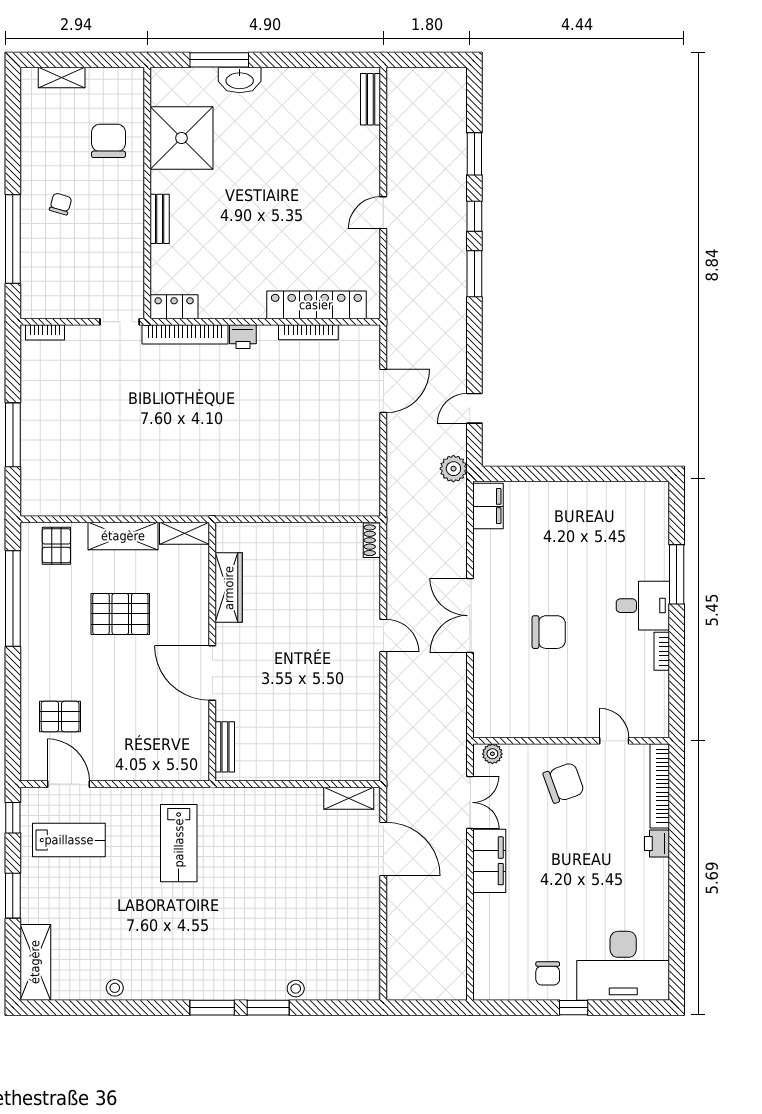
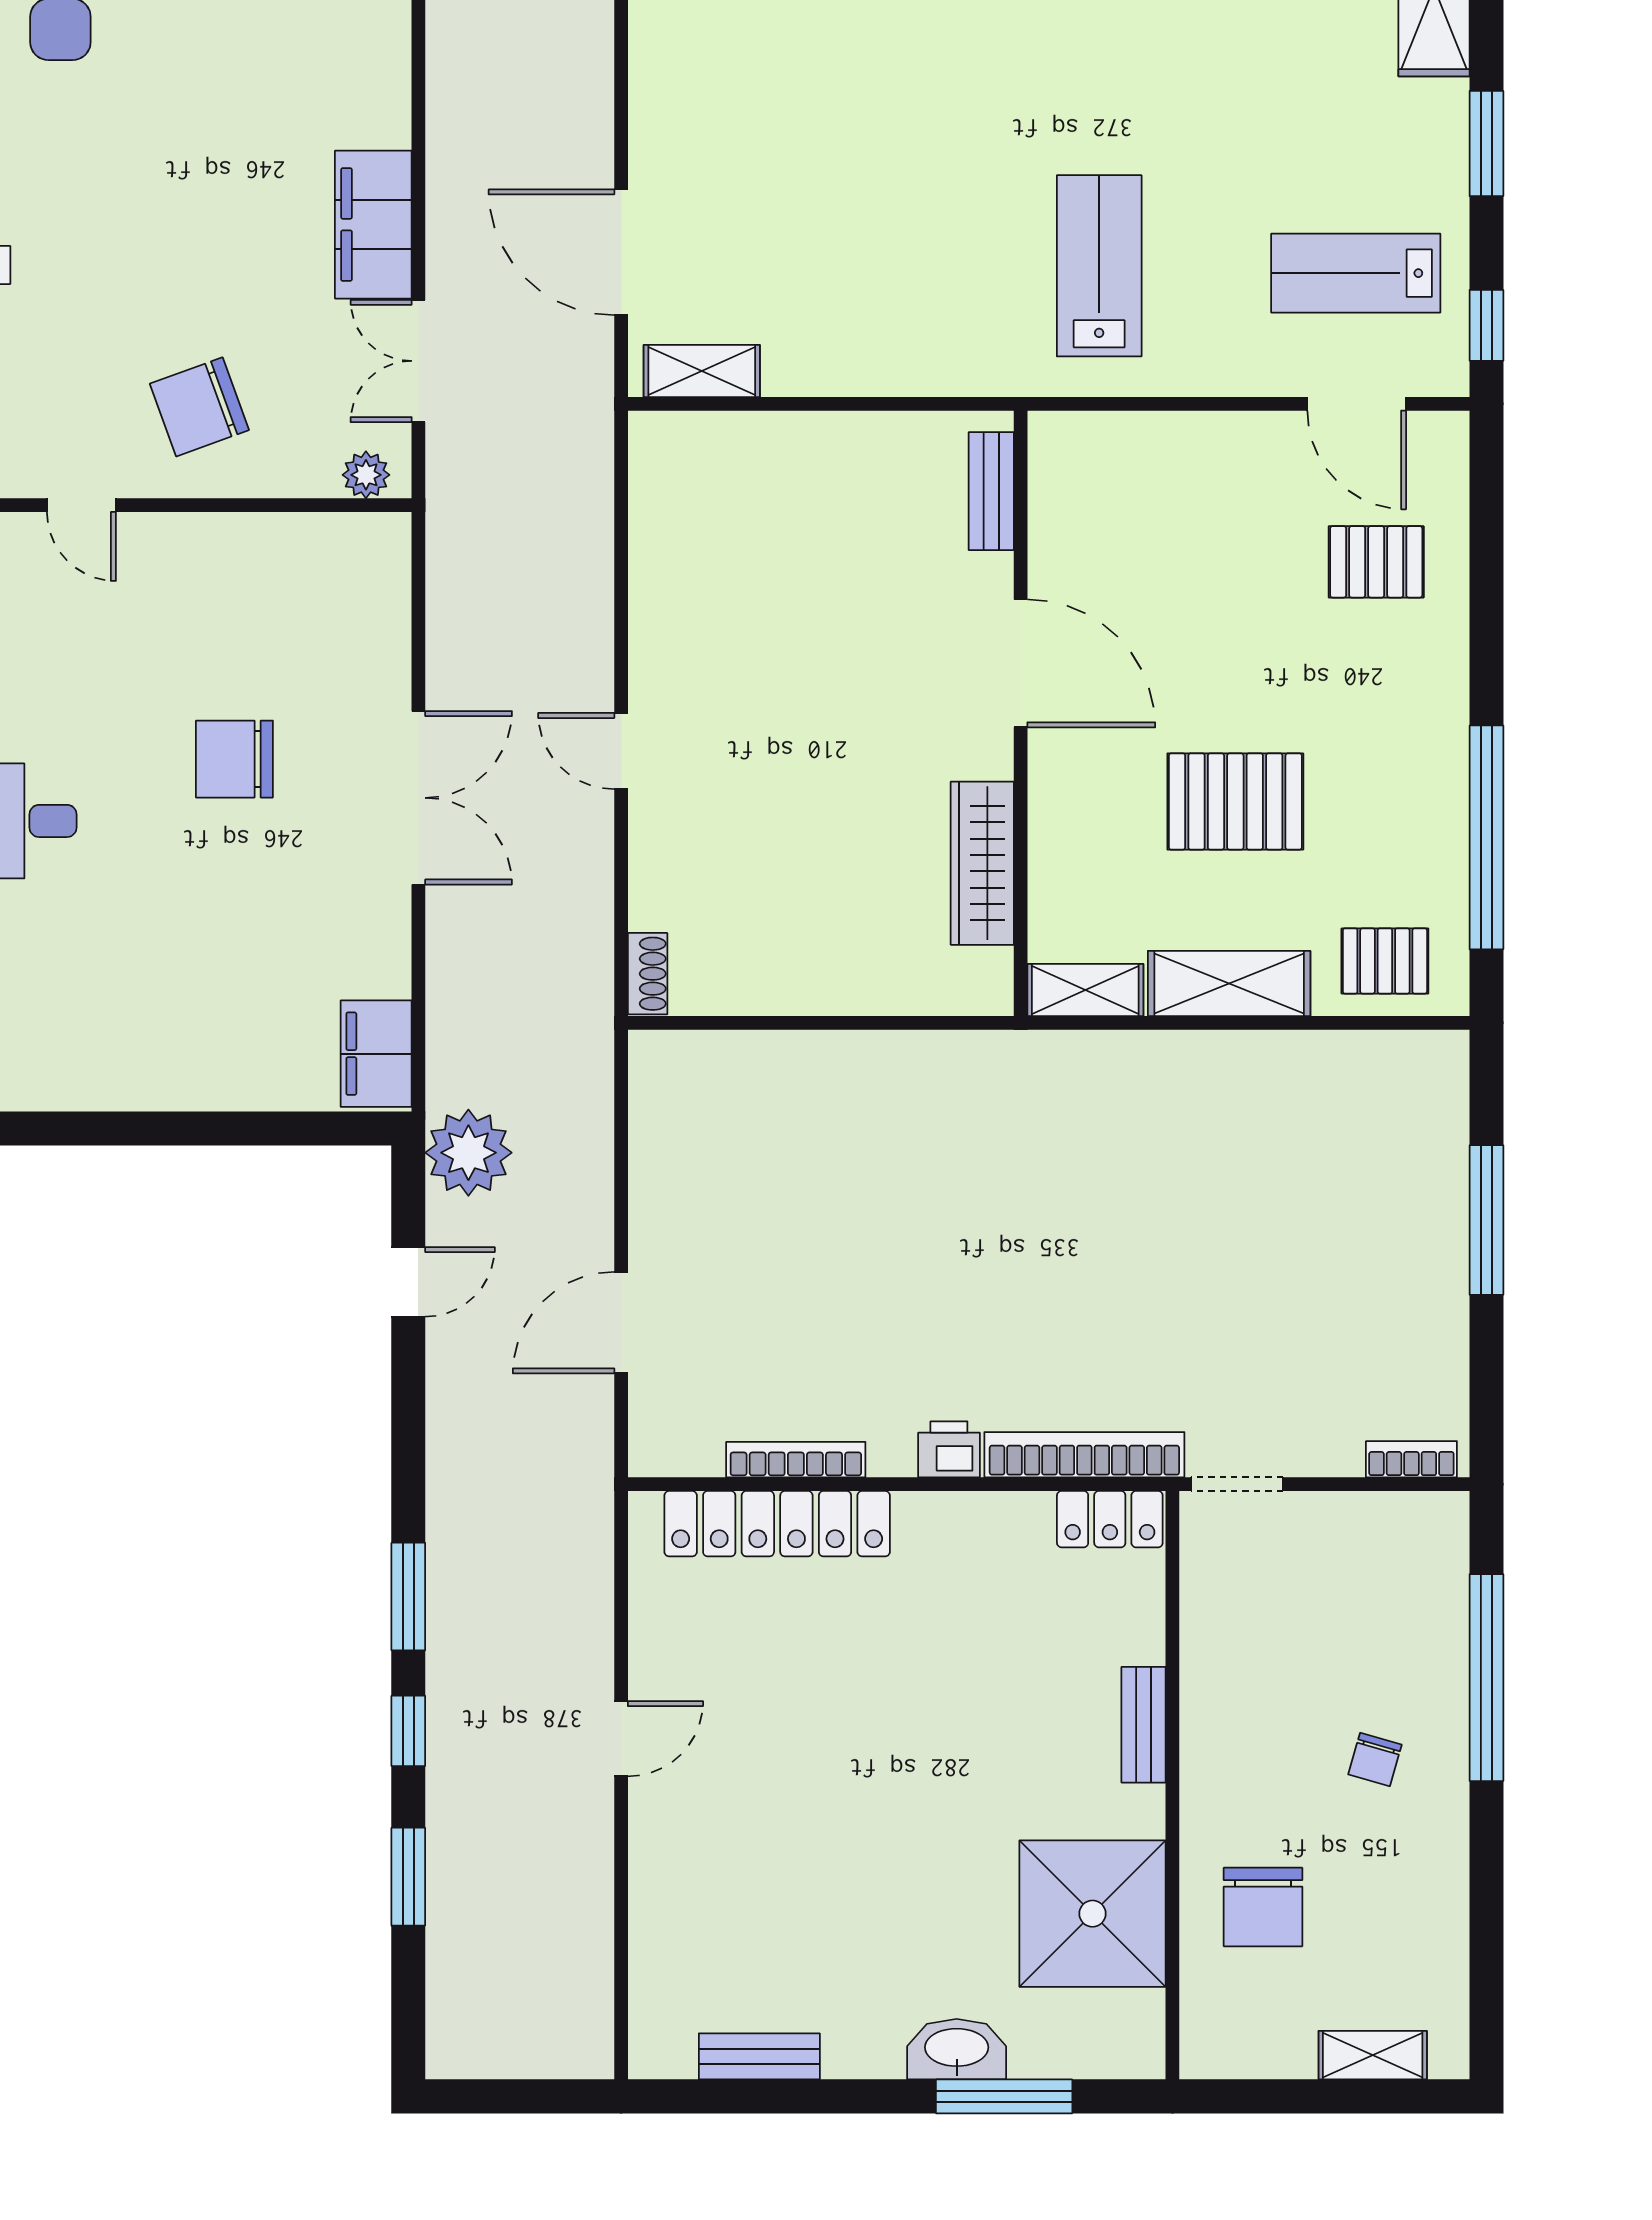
bench: (370, 99) -> (759, 2056), moved, turned 90
plant: (453, 469) -> (468, 1153), width x1.36, depth x1.36
pallet: (56, 546) -> (1385, 961), turned 90

